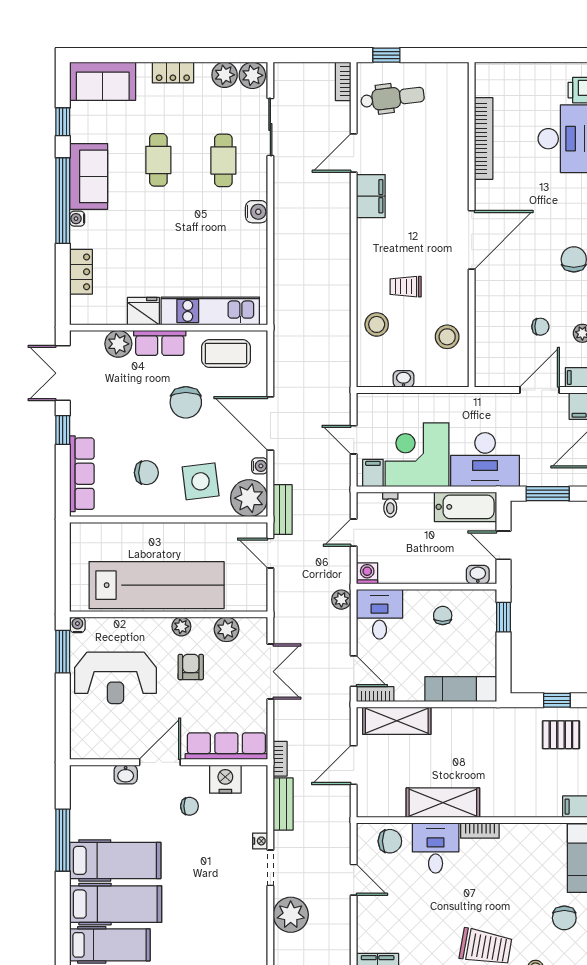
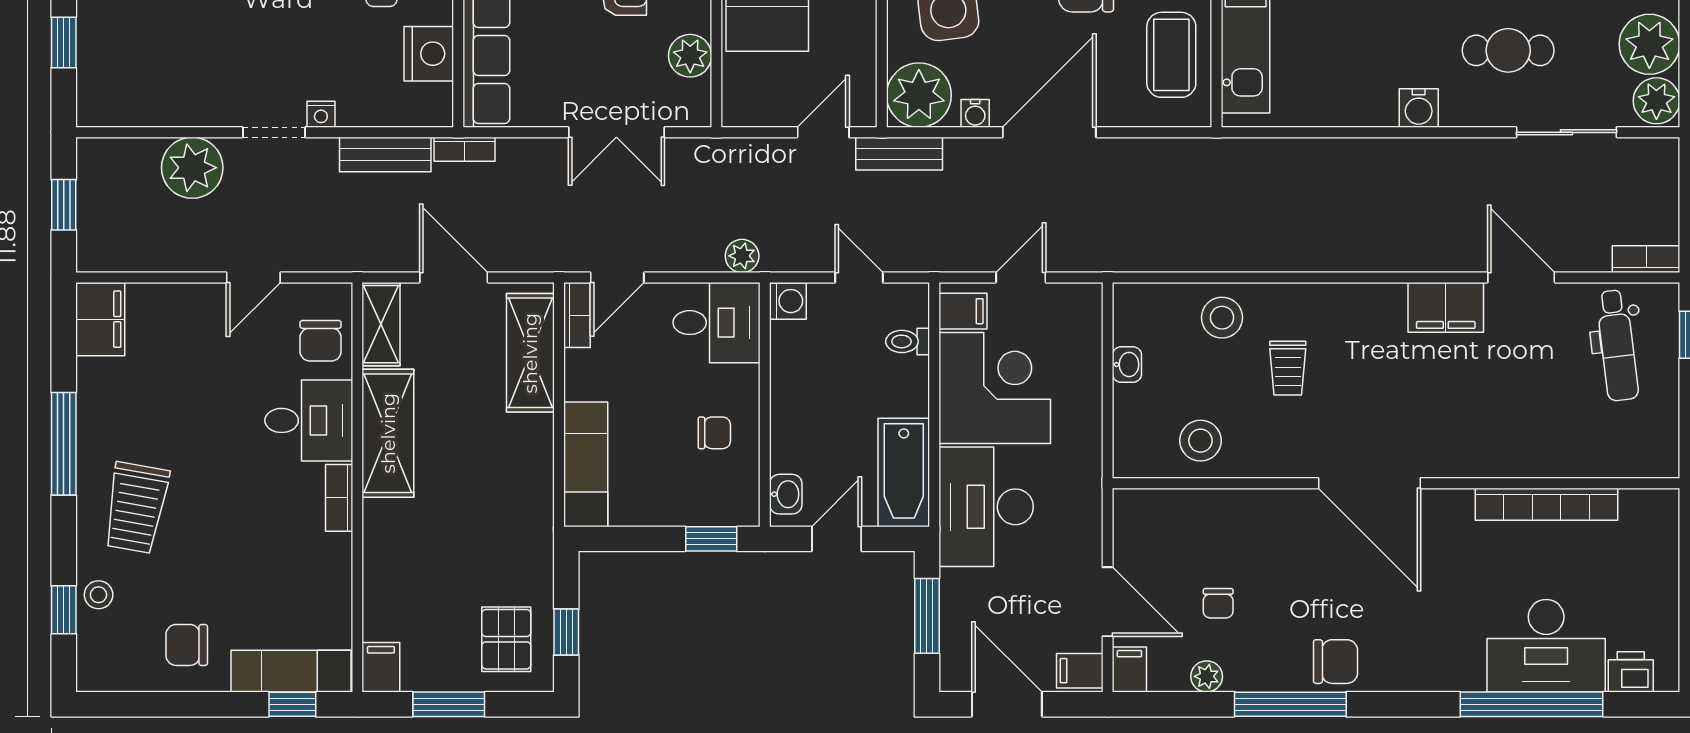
plant: (225, 75) -> (1649, 44), width x1.36, depth x1.36
trolley: (406, 287) -> (1288, 368), turned 180
shelving: (380, 807) -> (381, 324), added

